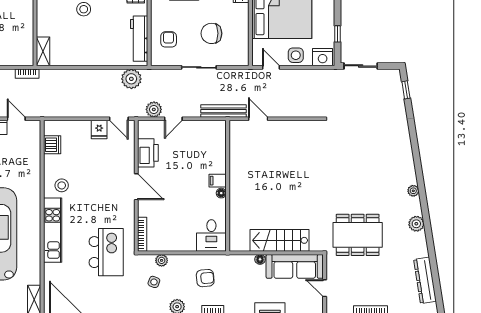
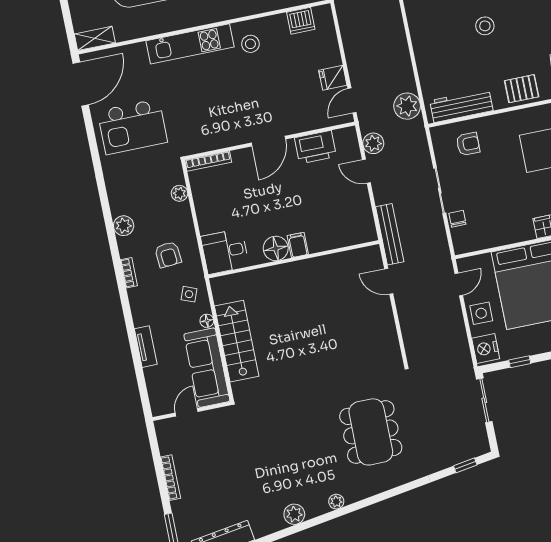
chair: (211, 33) -> (457, 219), moved, width x0.54, depth x0.54
door: (258, 119) -> (389, 281), swing flipped
floor lamp: (221, 193) -> (276, 248), width x1.89, depth x1.89
dining table: (358, 235) -> (371, 432), moved
kitchen island: (106, 252) -> (132, 127), moved
side table: (154, 282) -> (189, 294), moved

